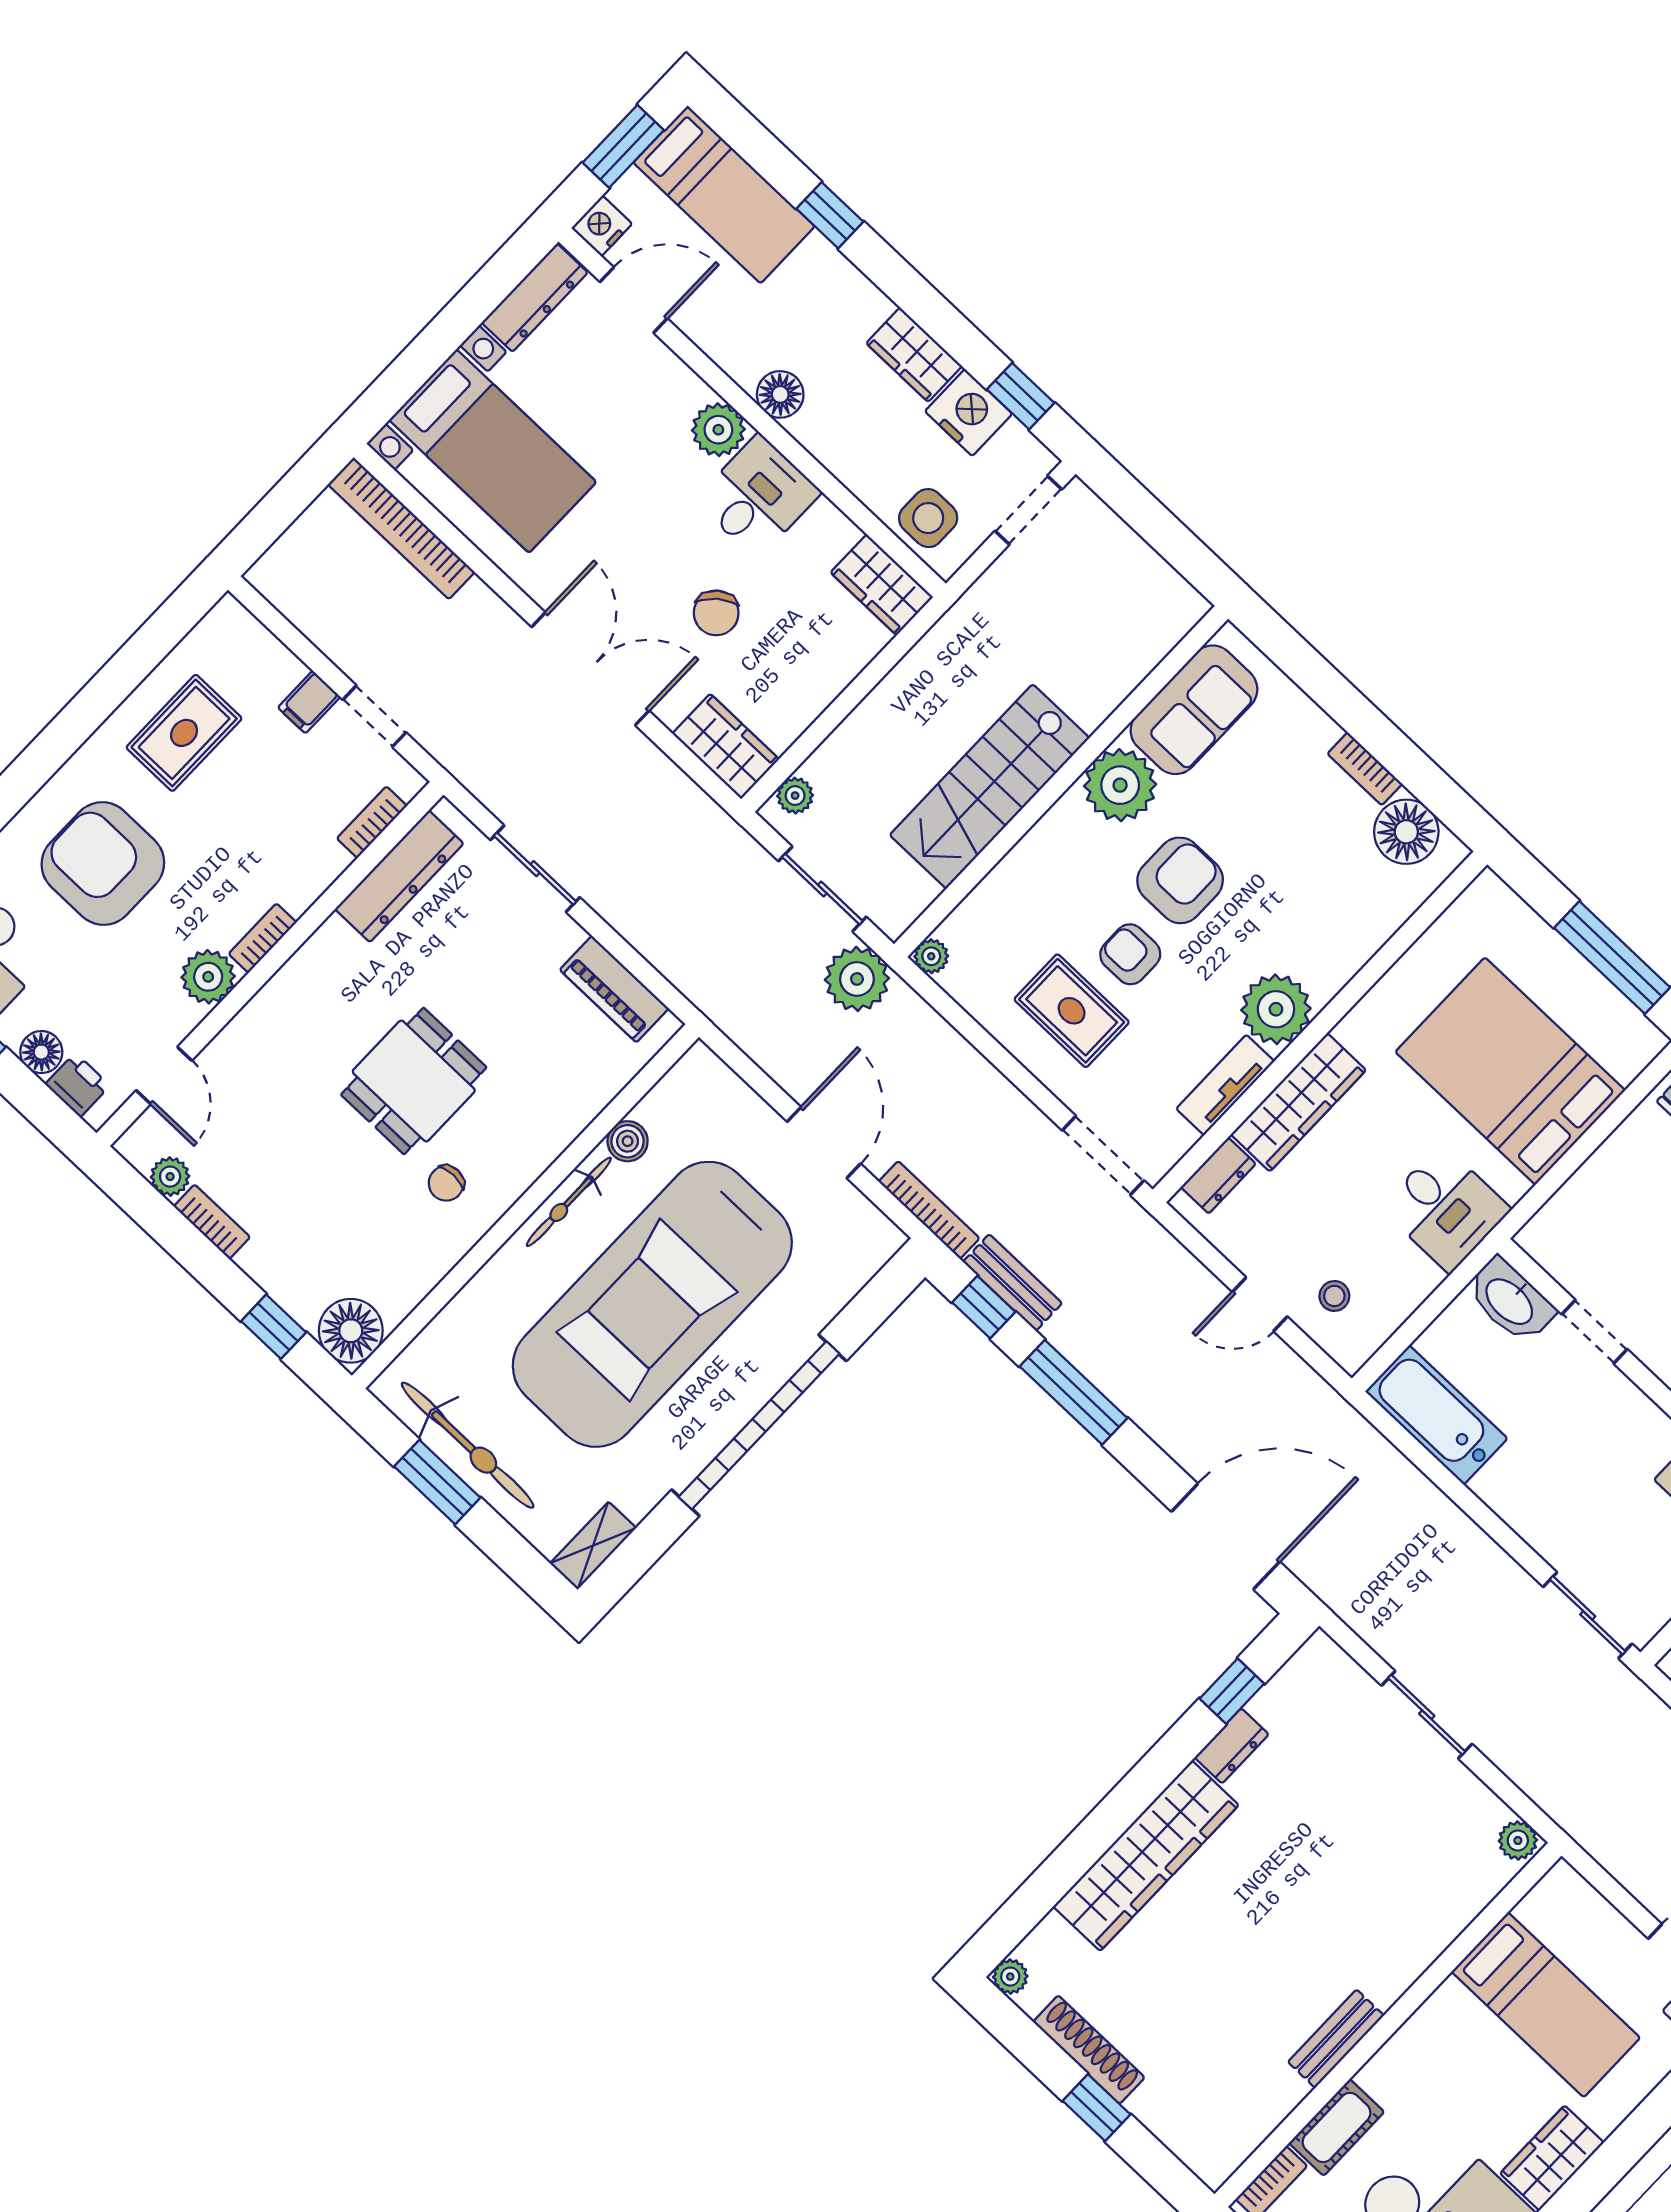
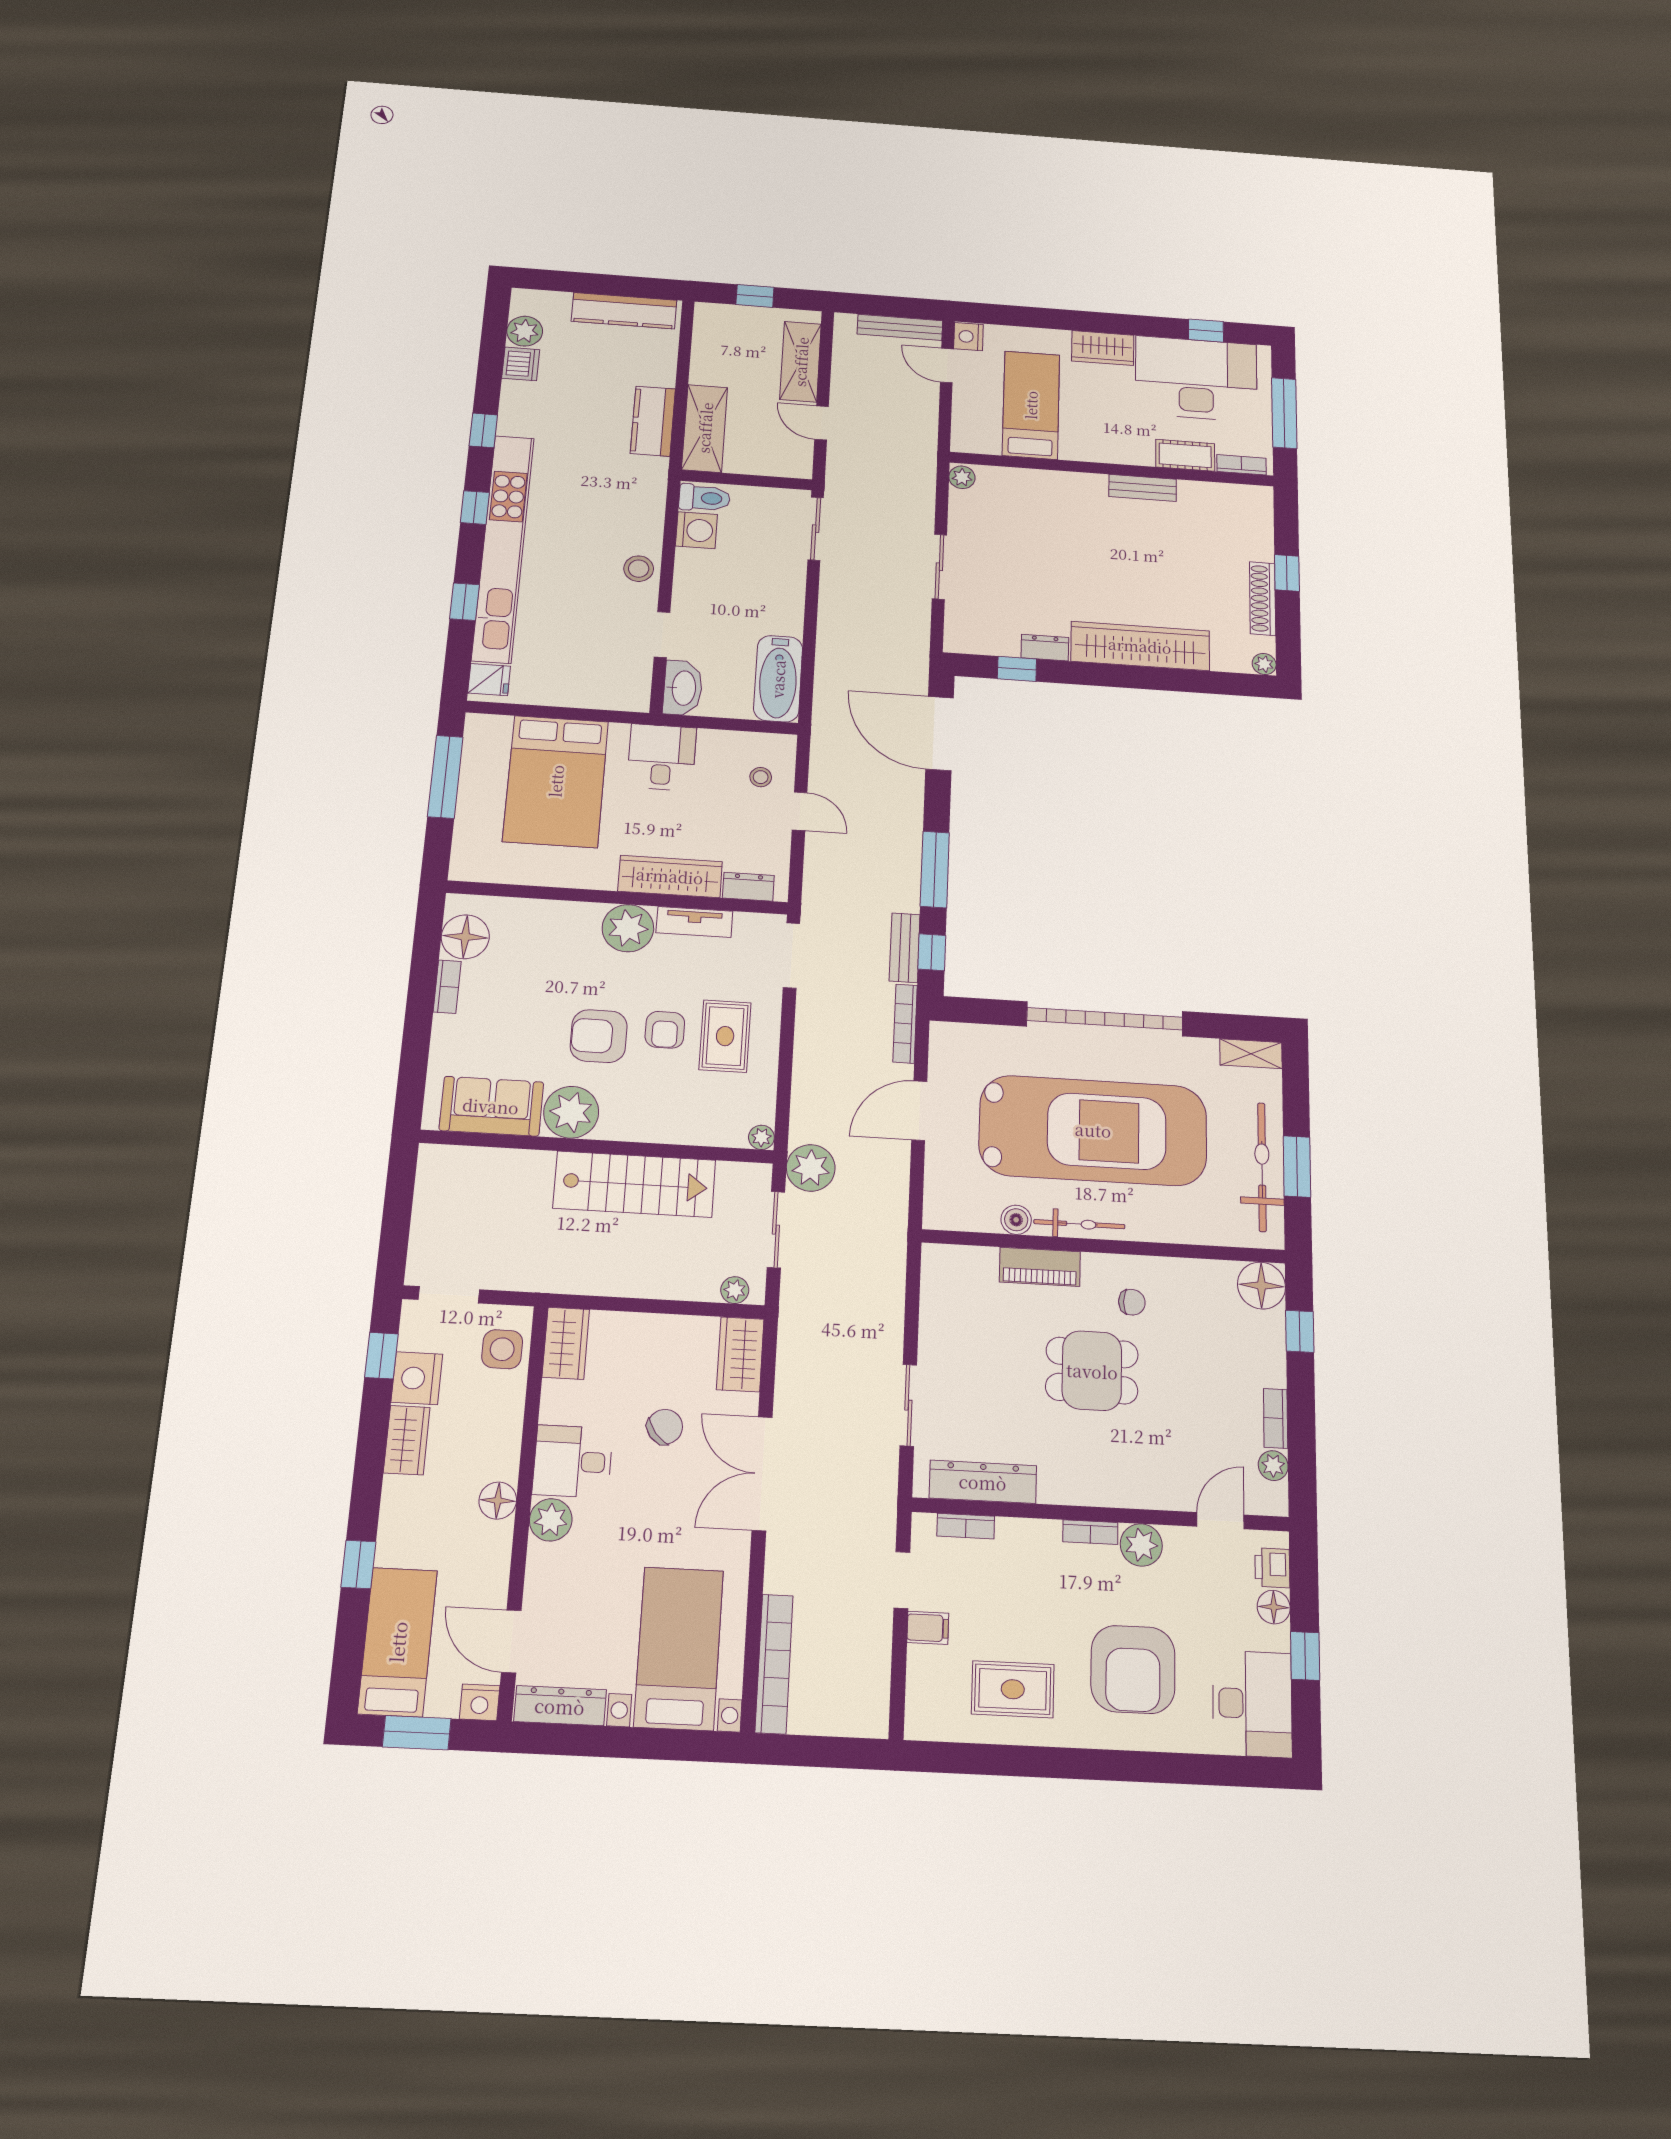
piano: (614, 989) -> (1040, 1267), moved, turned 90

